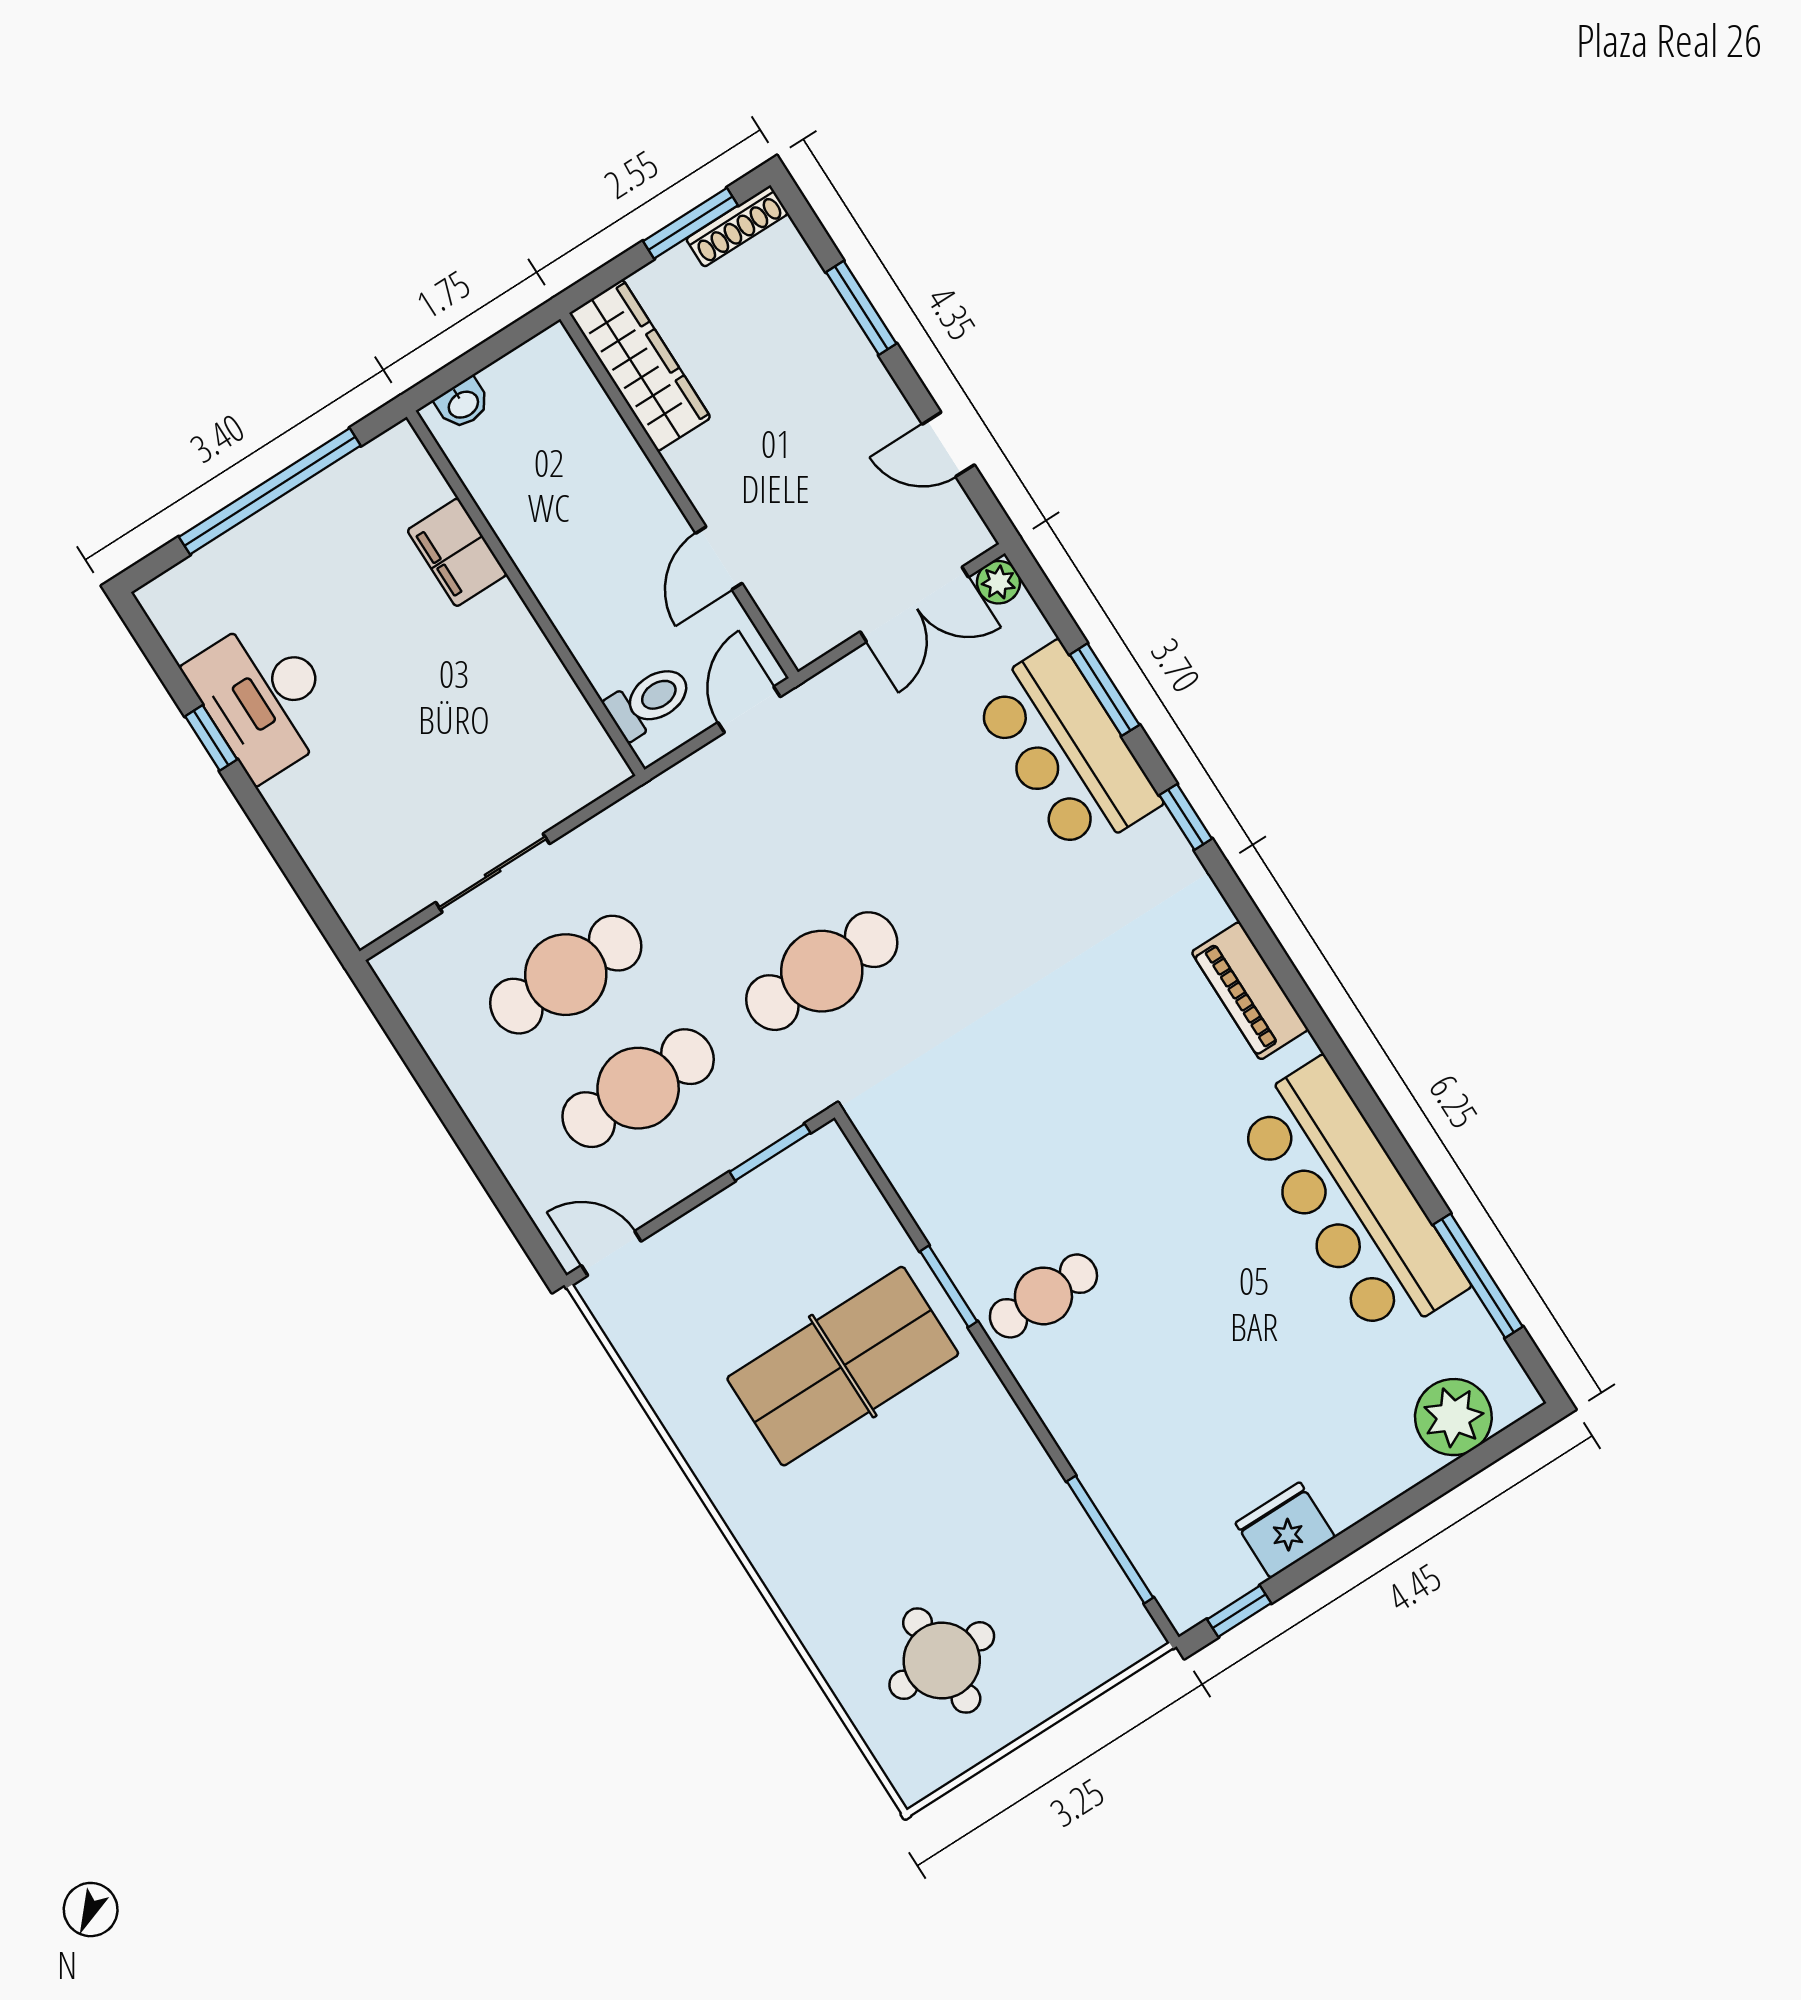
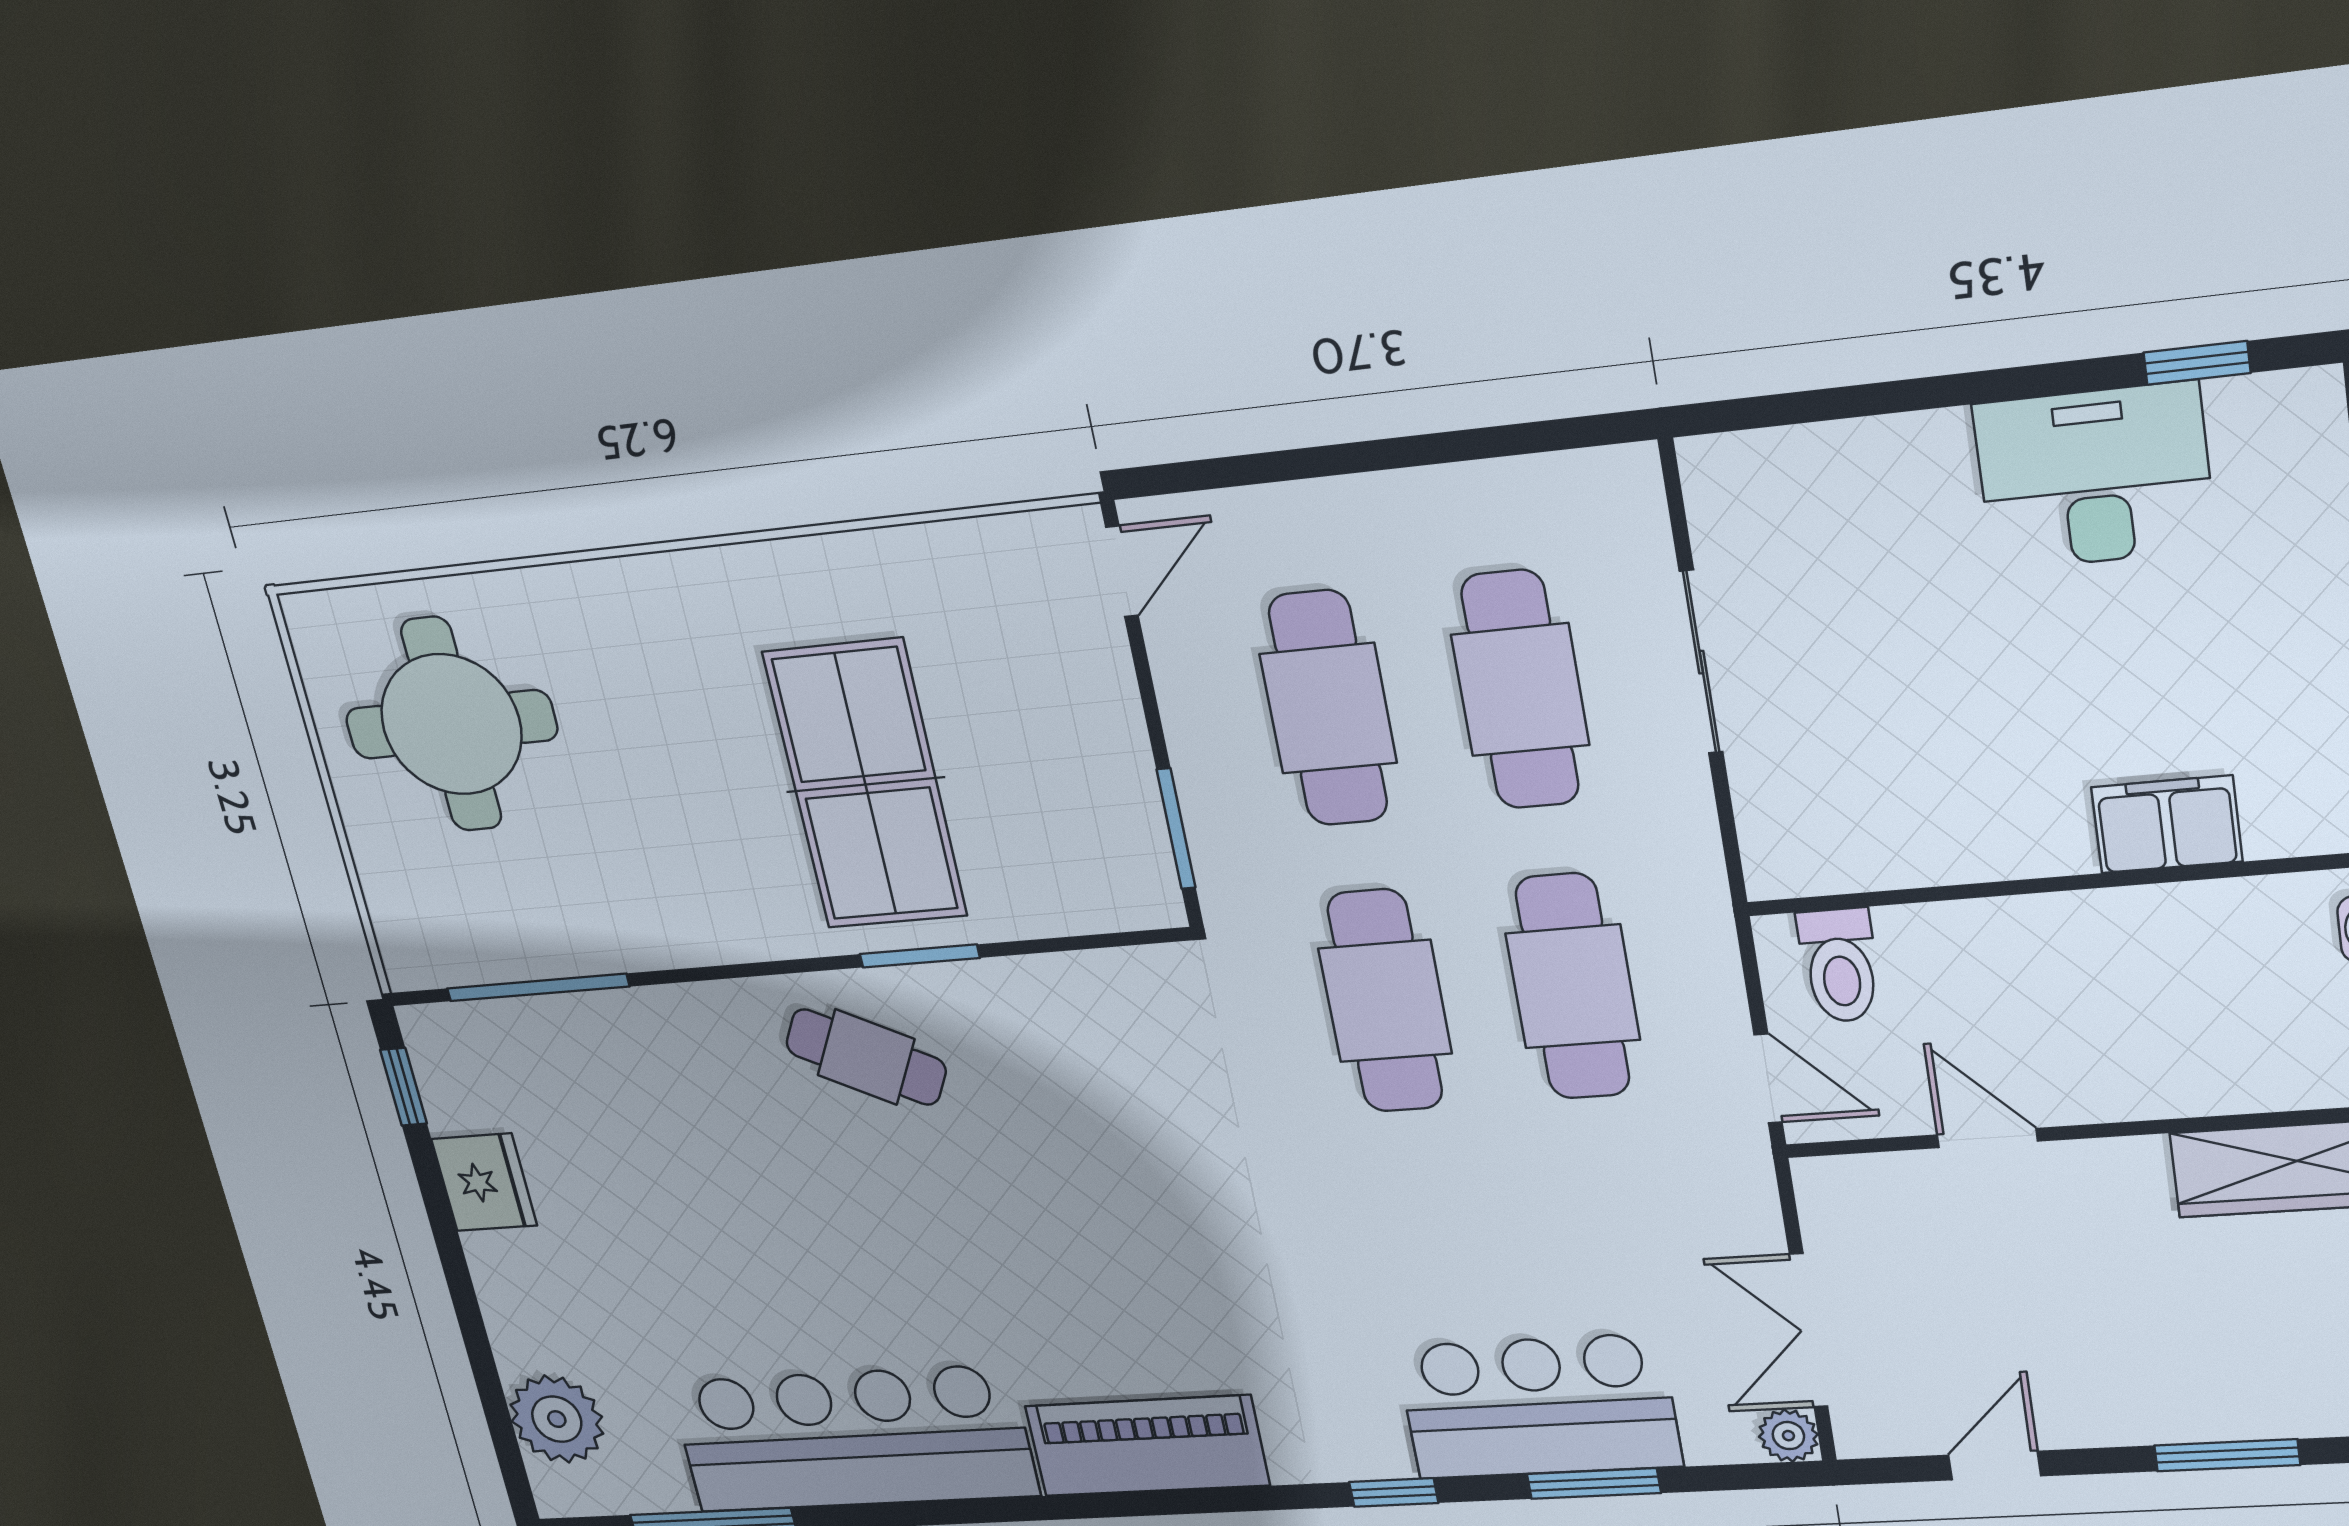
window: (211, 738) -> (2197, 363), moved
cafe table: (749, 858) -> (1573, 987), added
piano: (1250, 991) -> (1147, 1446), width x1.37, depth x1.33
cafe table: (1043, 1296) -> (866, 1057), turned -63
round table: (942, 1661) -> (451, 724), width x1.36, depth x1.36

